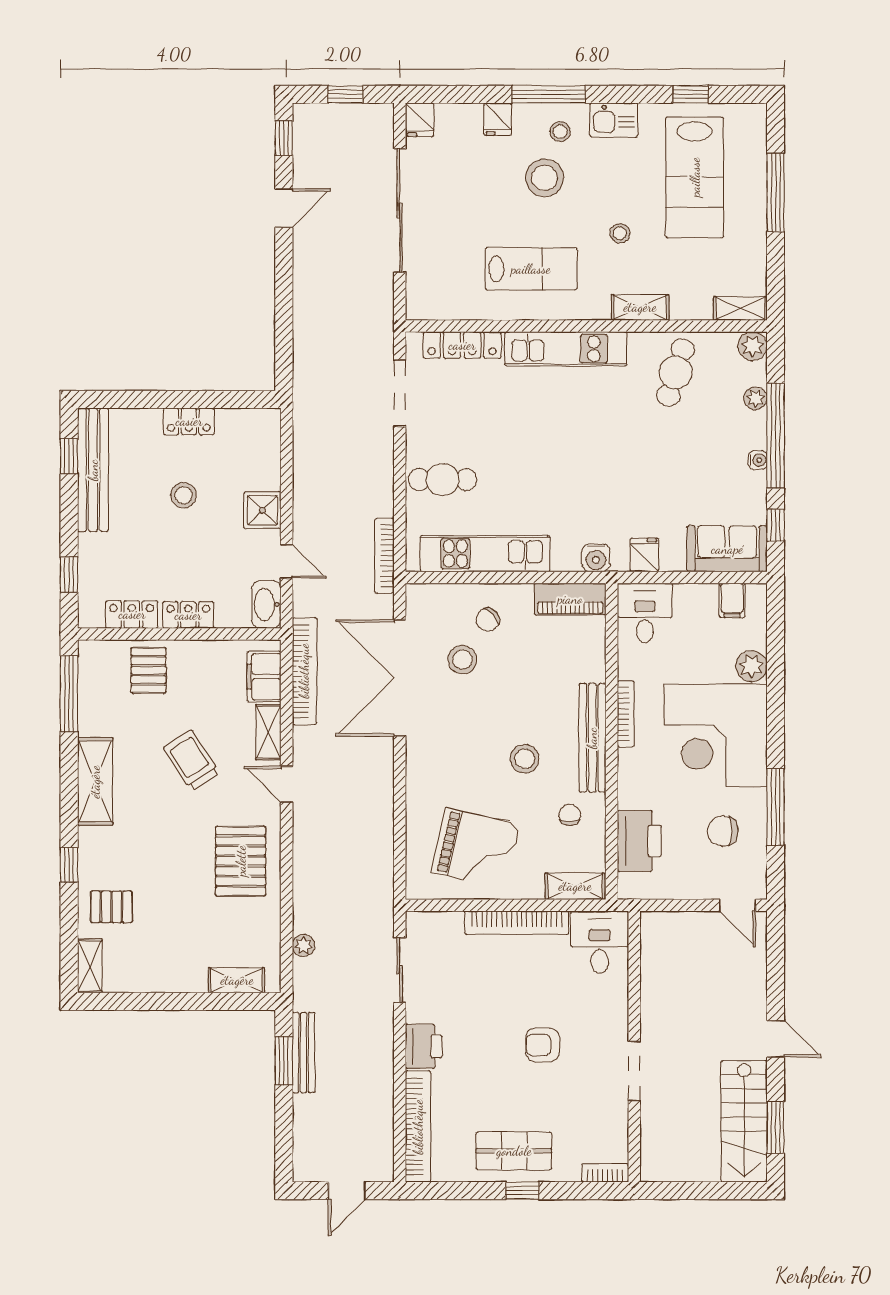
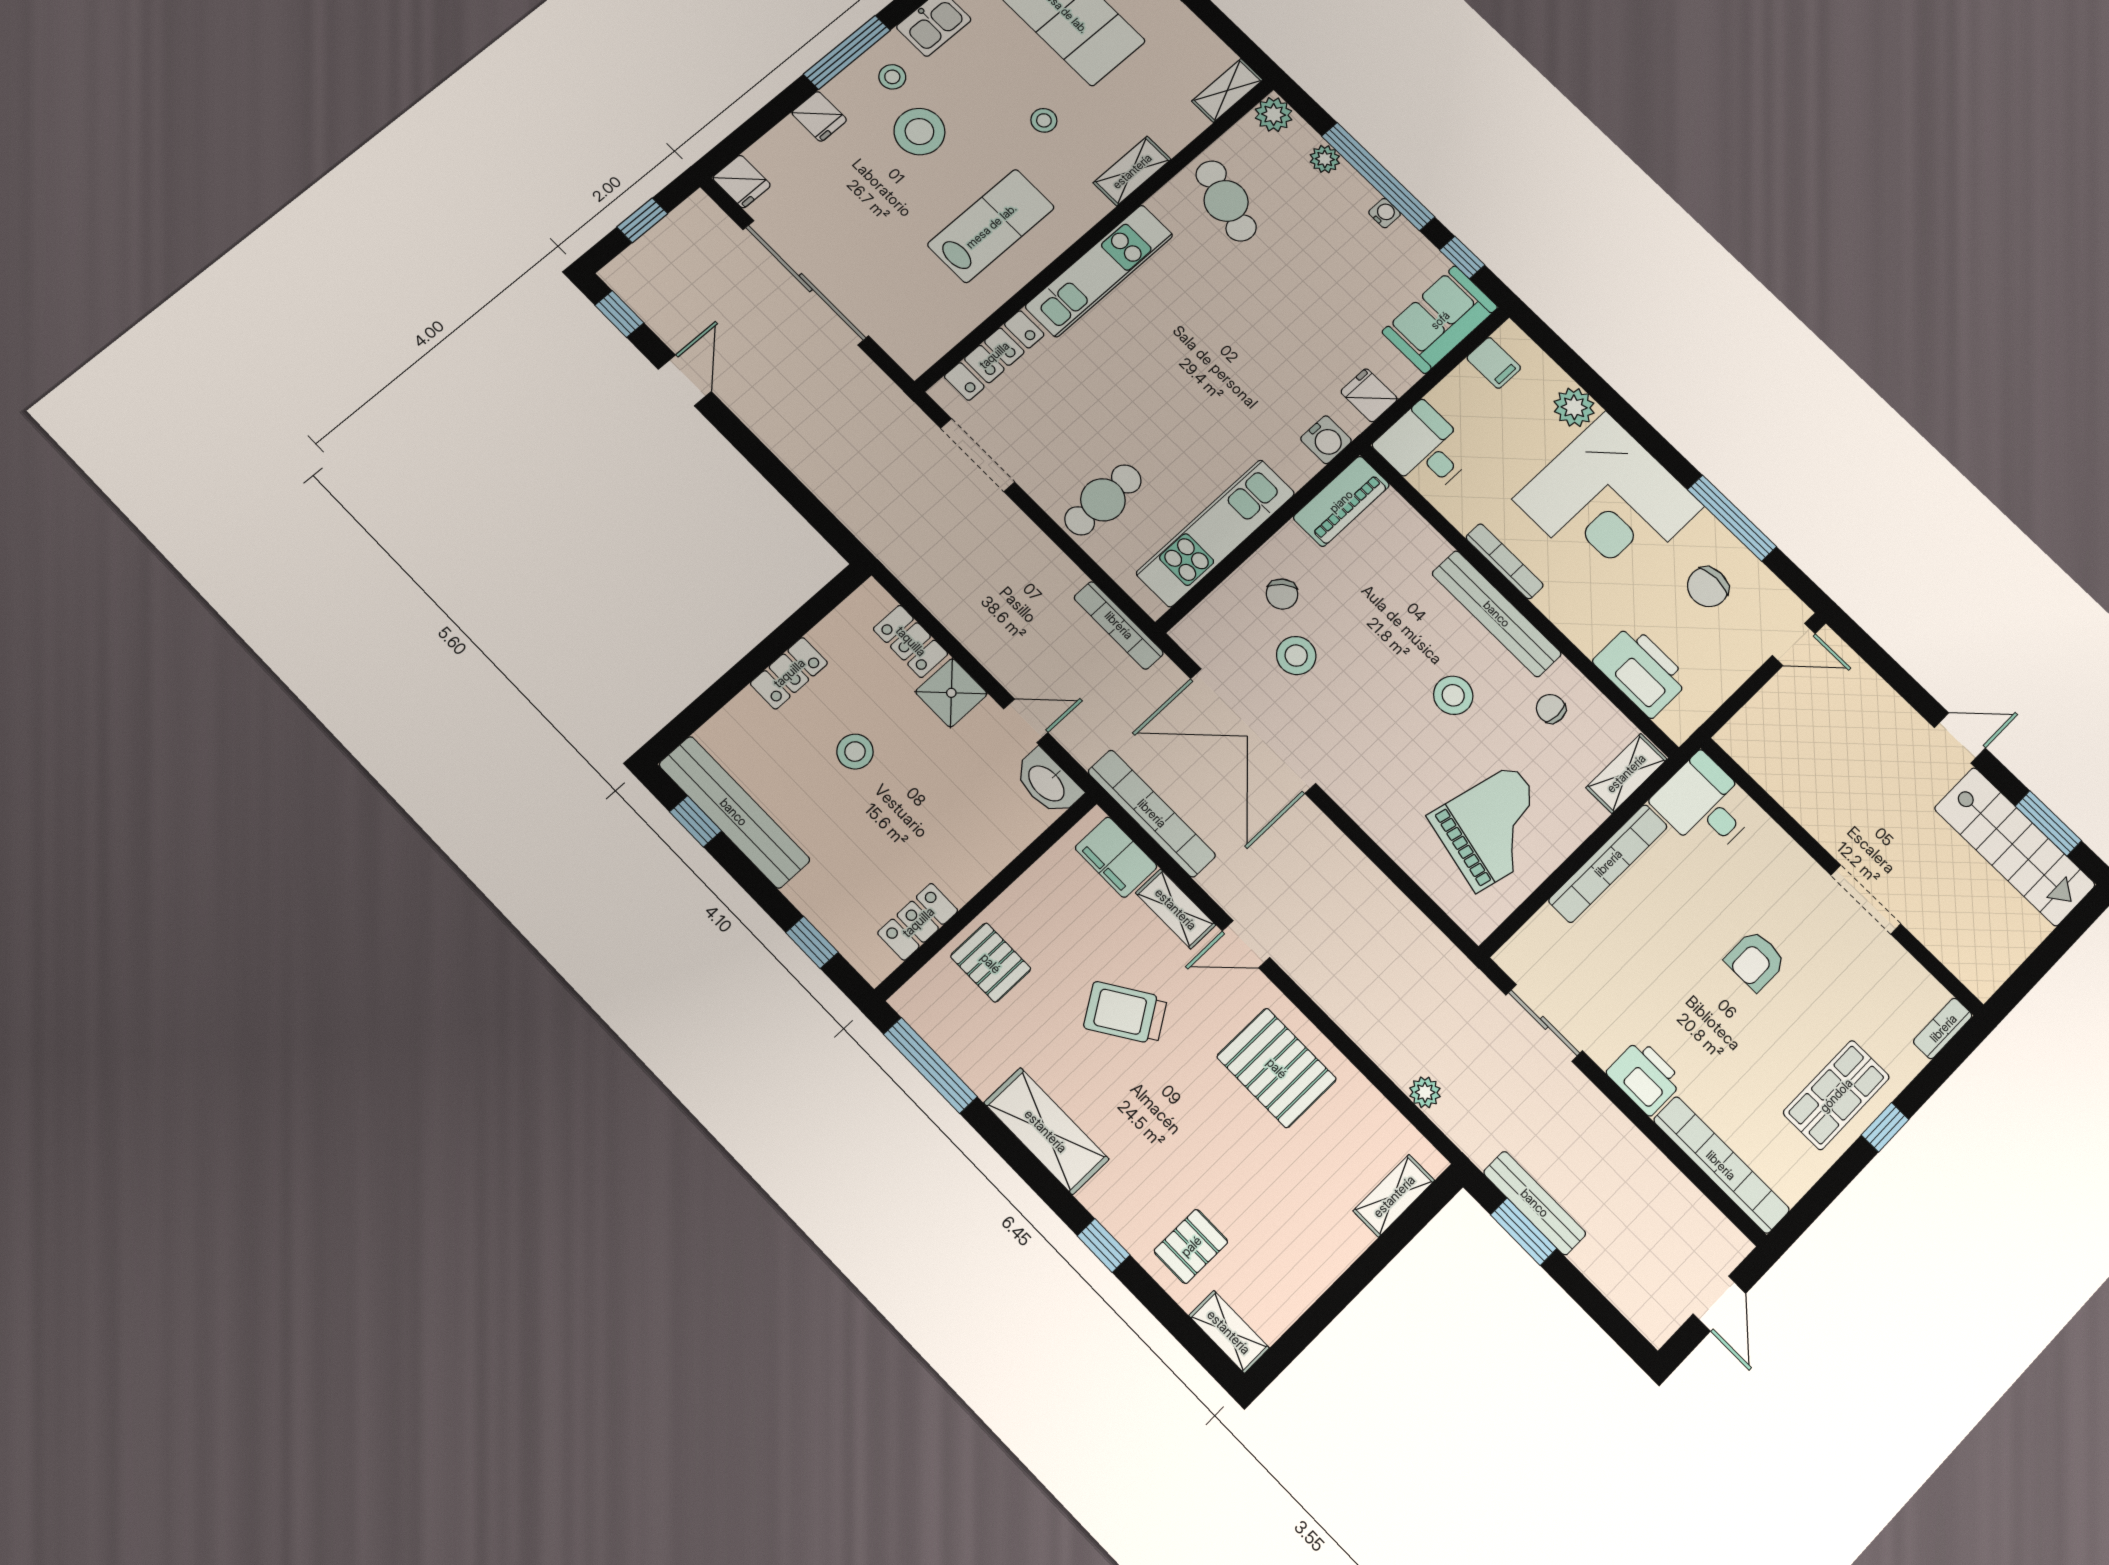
locker: (188, 615) -> (911, 641), moved, turned -90

